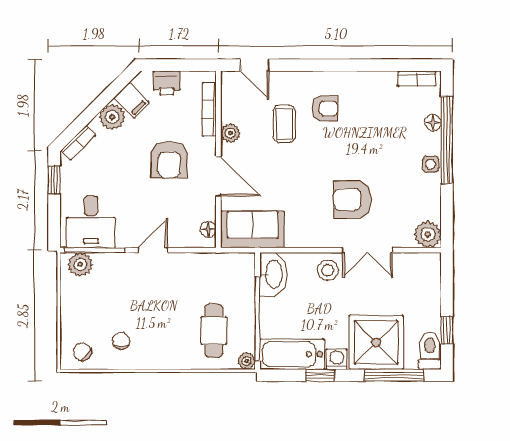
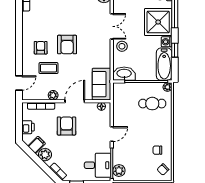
armchair: (169, 160) -> (66, 126), turned -90
armchair: (352, 199) -> (67, 45), moved
door: (153, 250) -> (112, 134), swing flipped

